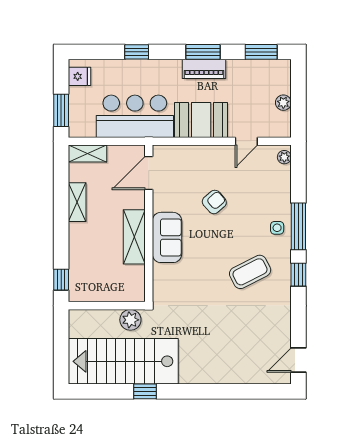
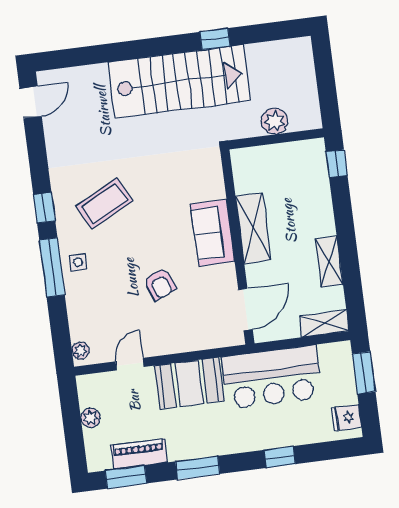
piano: (204, 69) -> (139, 454), moved
armchair: (214, 202) -> (160, 284), turned -72
plant: (130, 320) -> (274, 121), moved
stairs: (123, 361) -> (179, 81), moved

